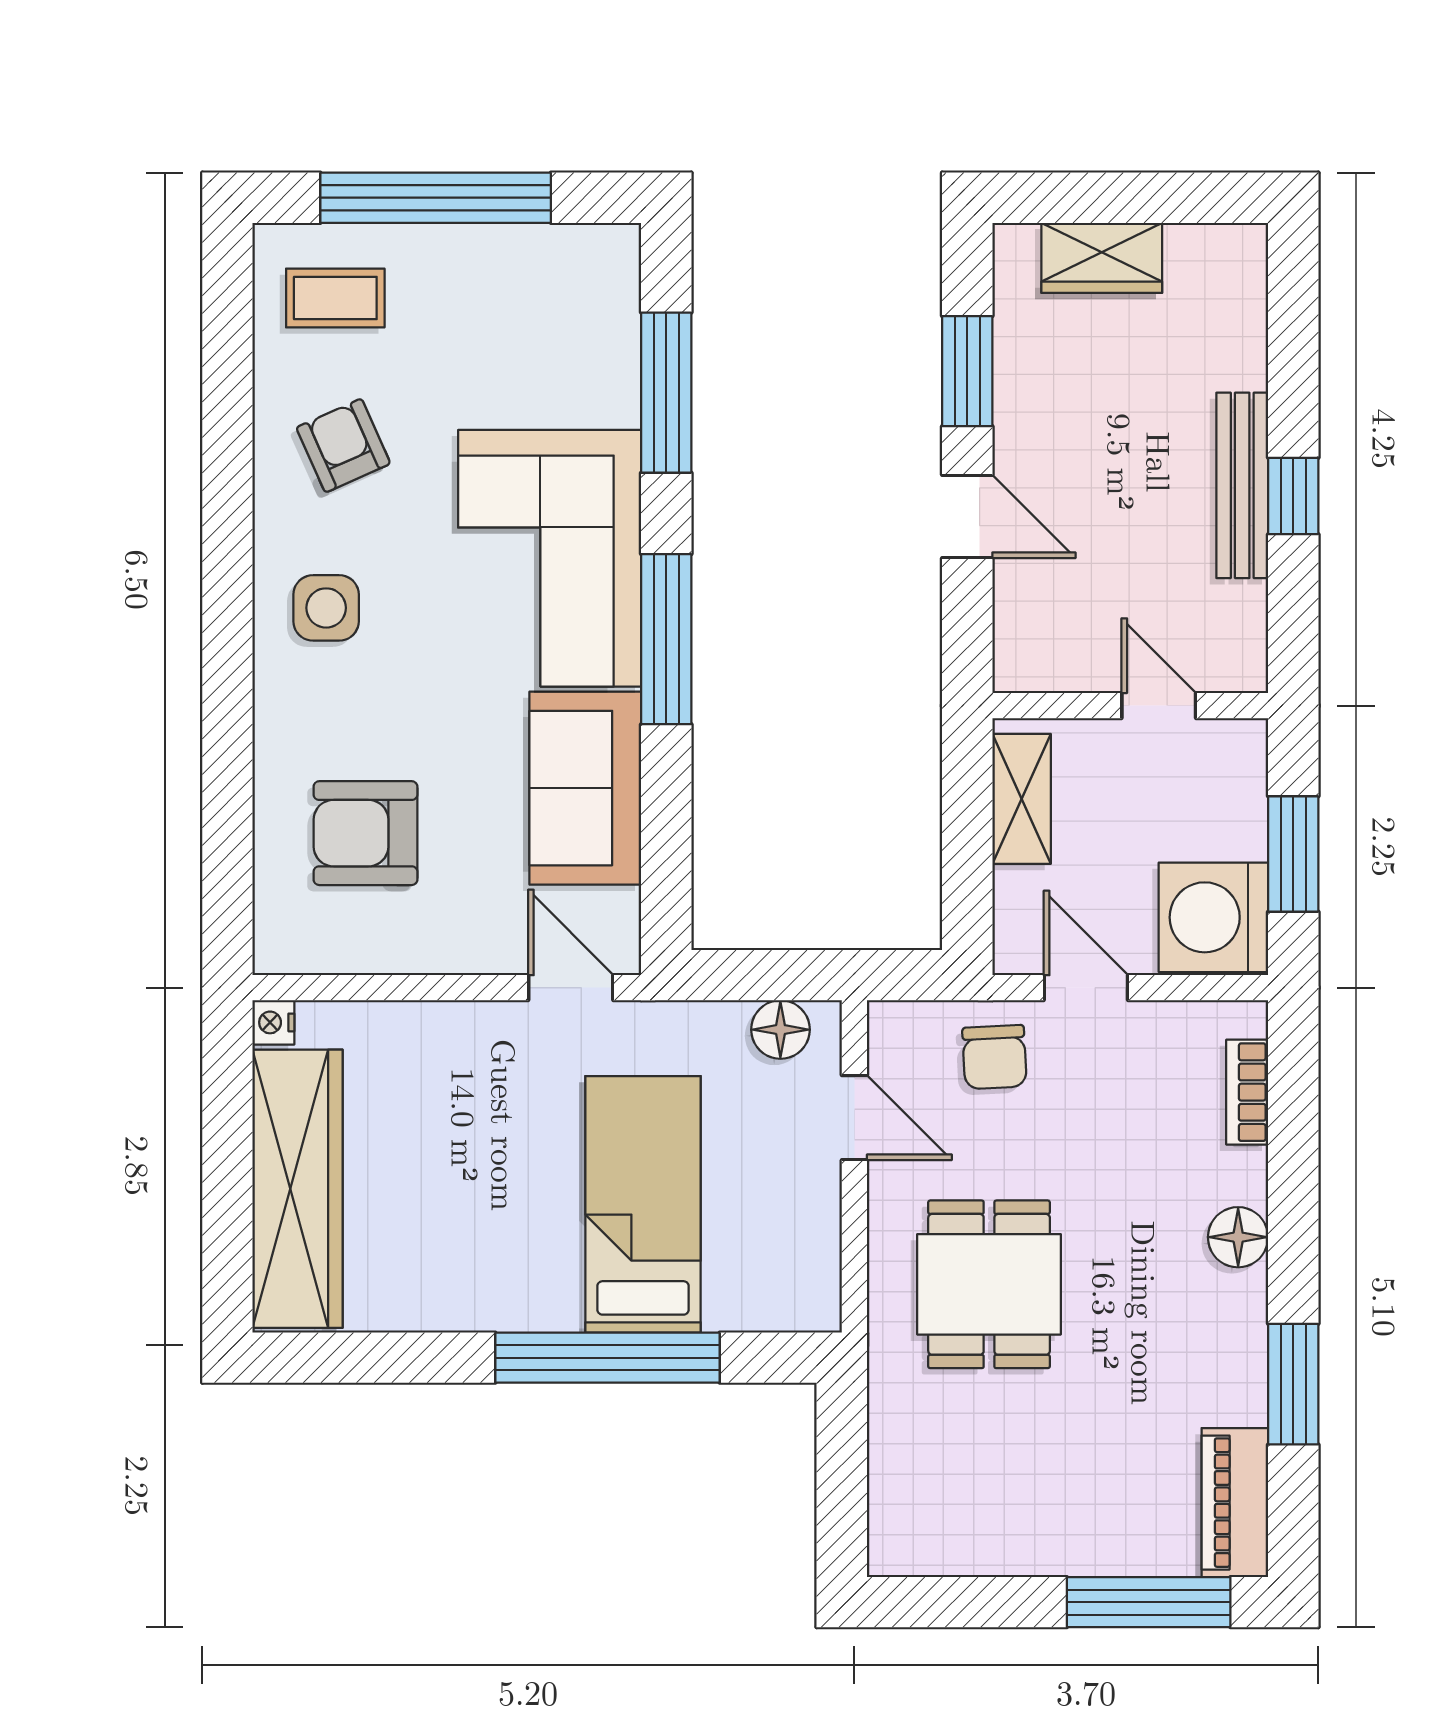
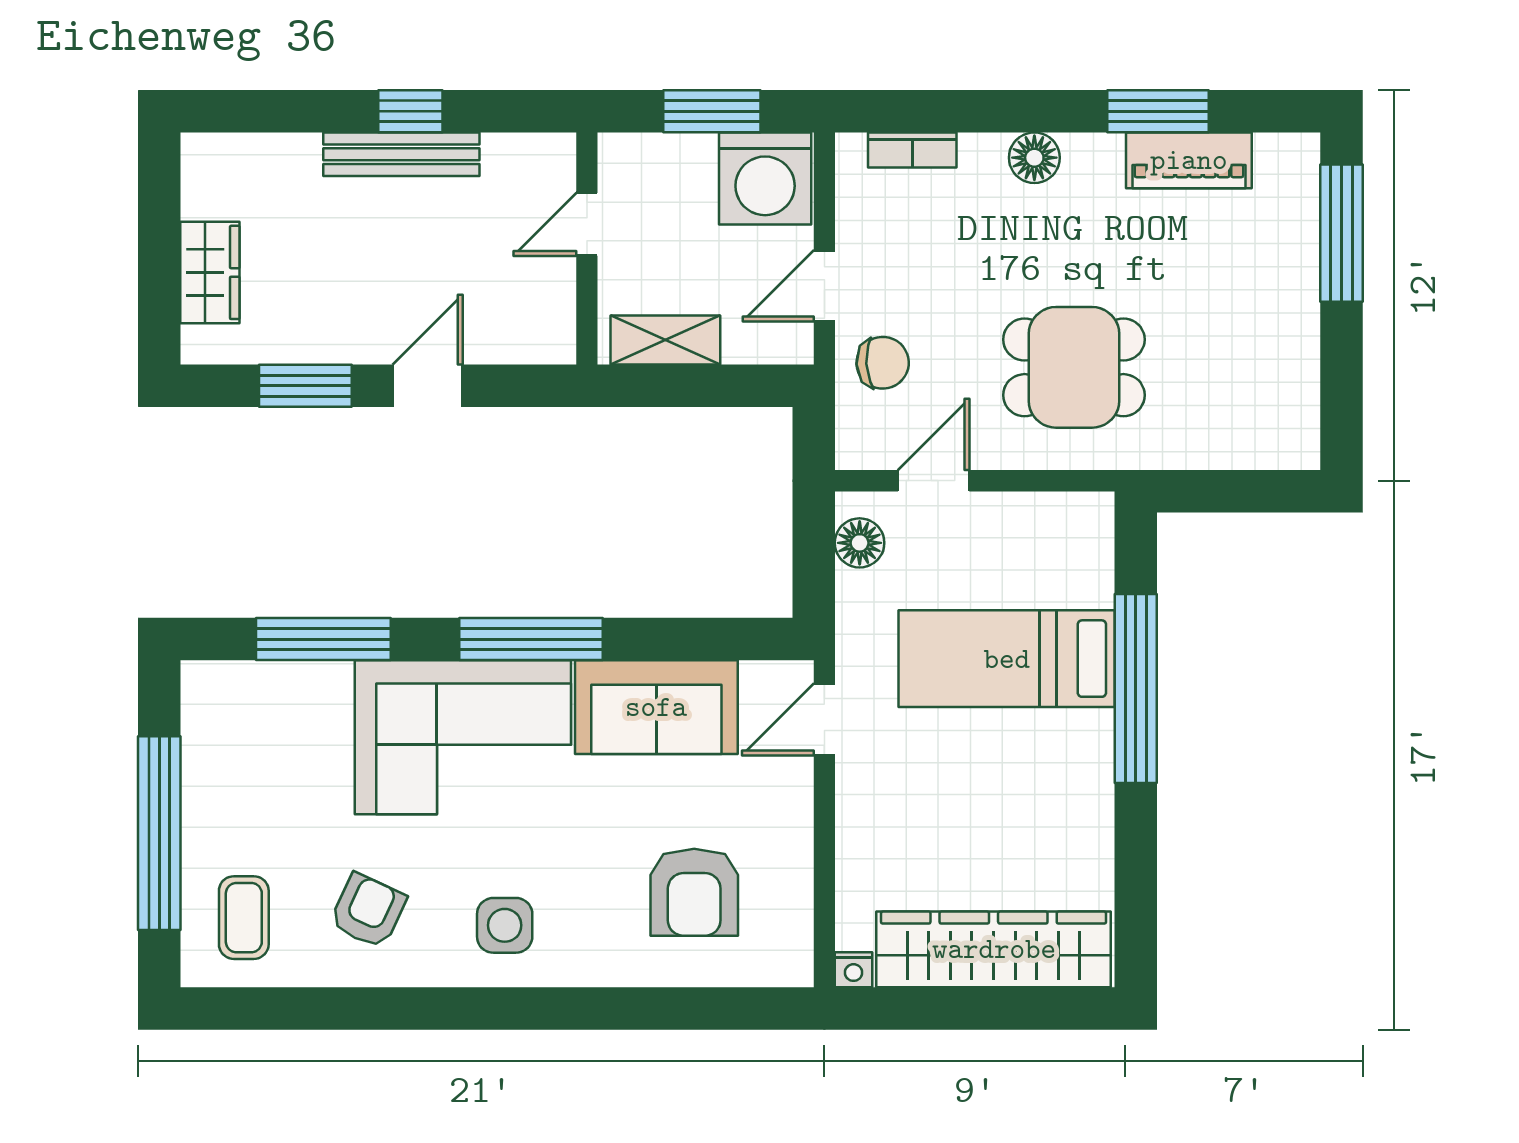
armchair: (343, 446) -> (368, 911), turned 139
piano: (1235, 1503) -> (1189, 160), moved

